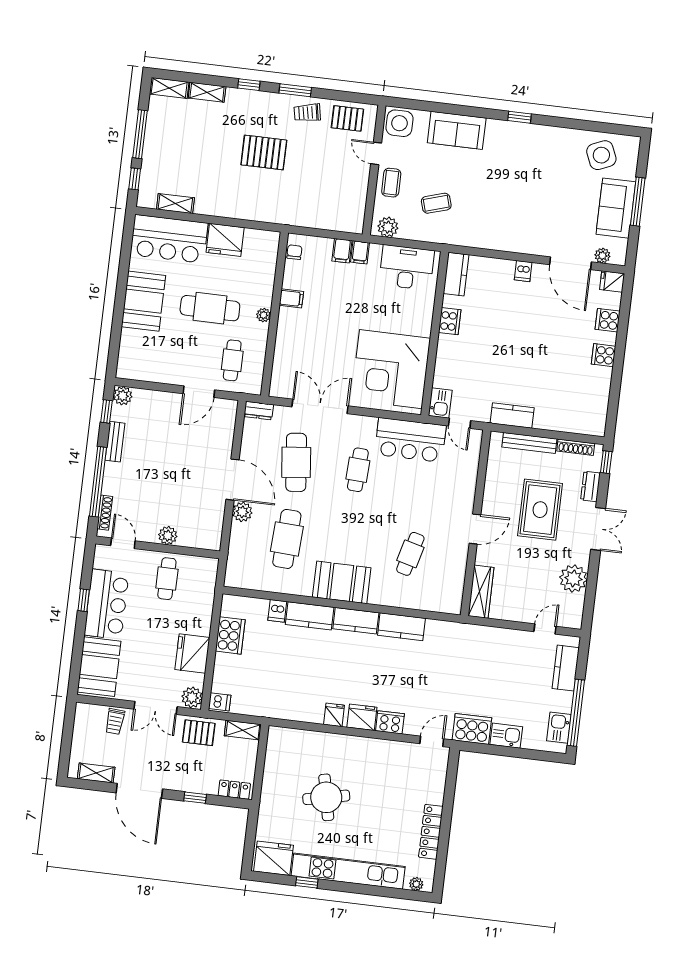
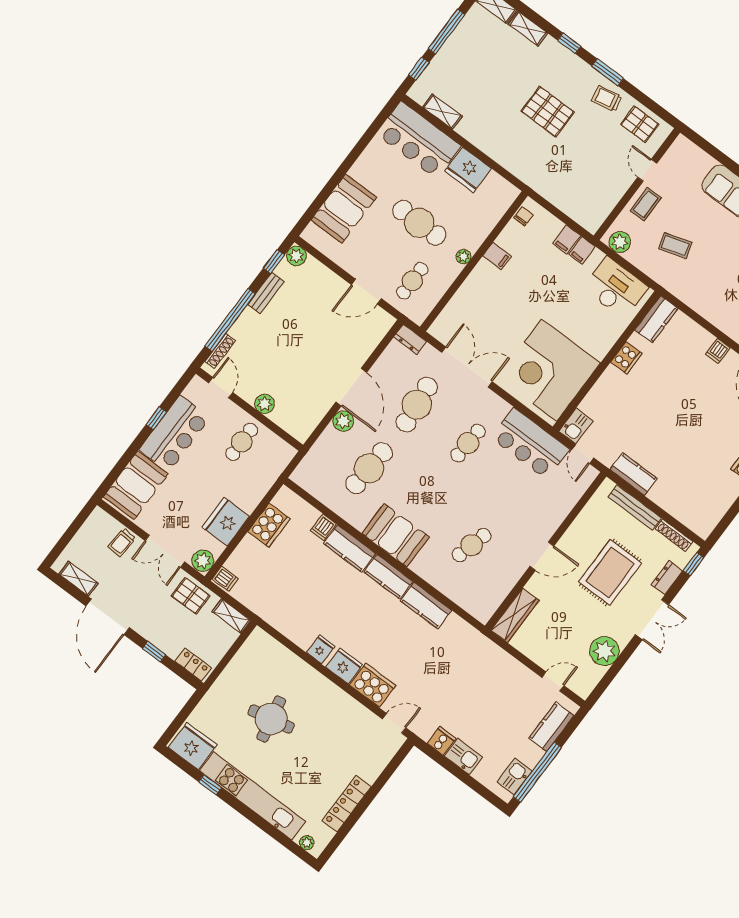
side table: (399, 123) -> (684, 155), removed
booth: (143, 301) -> (344, 209), moved
cooker: (390, 722) -> (373, 685), width x1.37, depth x1.31
cooker: (472, 729) -> (441, 741), width x0.53, depth x0.76

